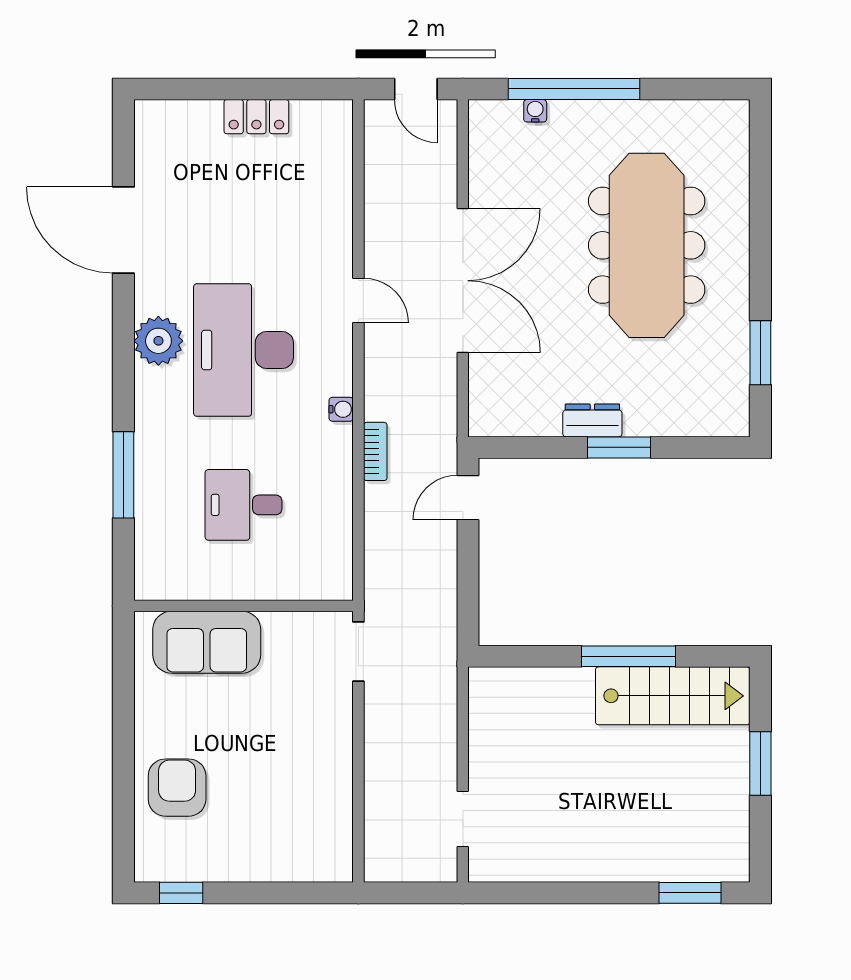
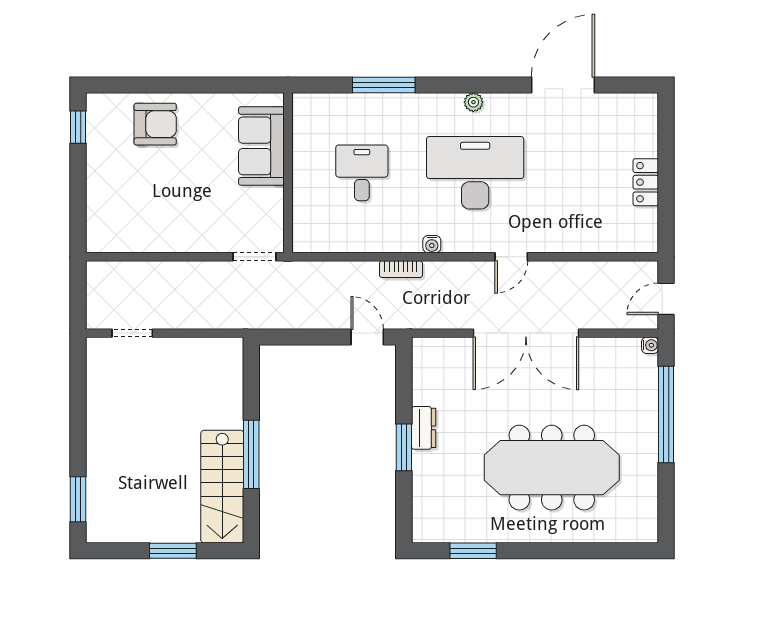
water cooler: (535, 111) -> (650, 345), moved
plant: (158, 341) -> (473, 102), width x0.53, depth x0.53

